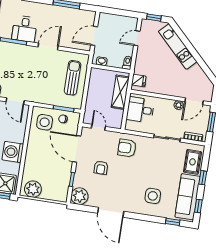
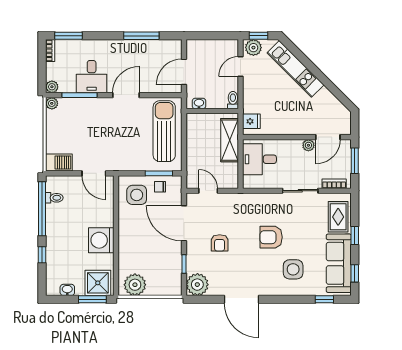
plant: (149, 26) -> (253, 48), added
sun lounger: (72, 78) -> (164, 131), width x1.36, depth x1.34
armchair: (127, 148) -> (271, 237), moved

